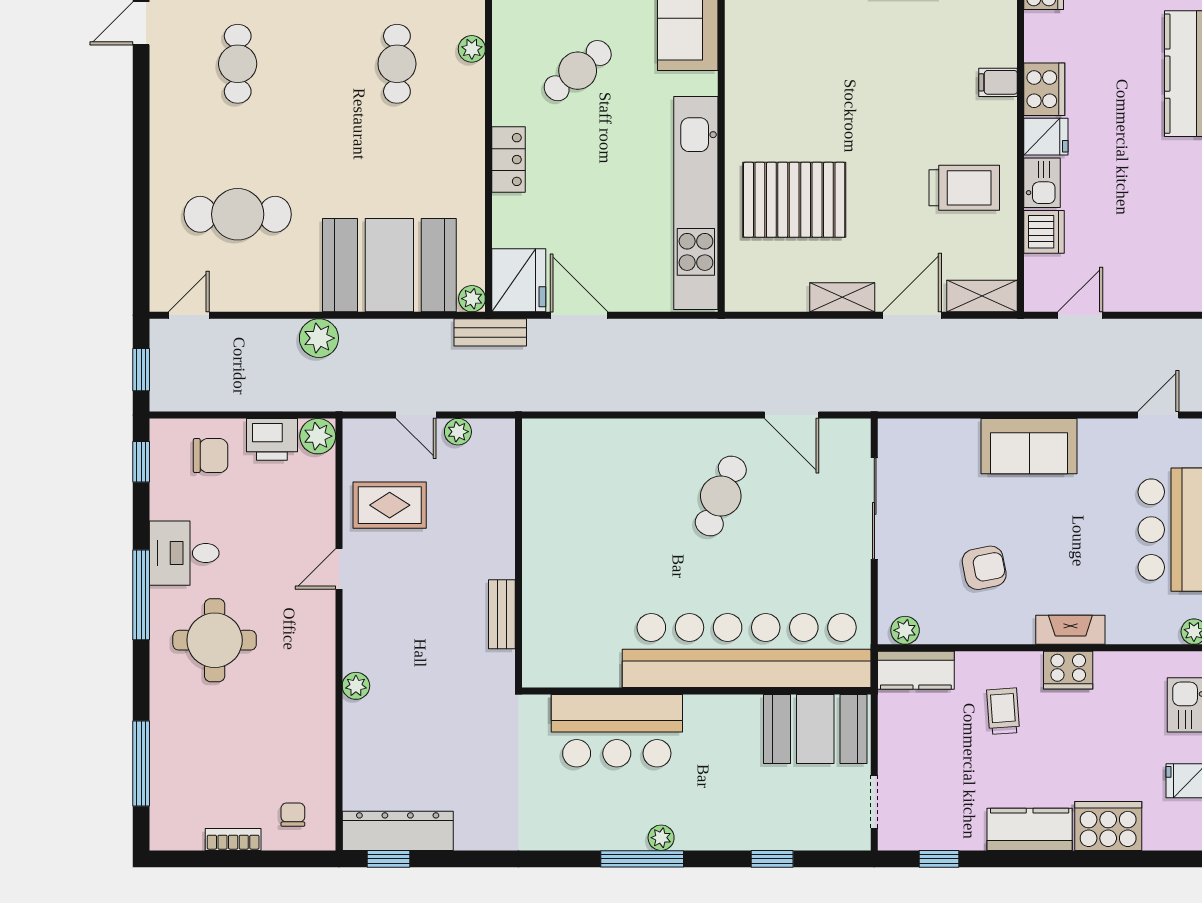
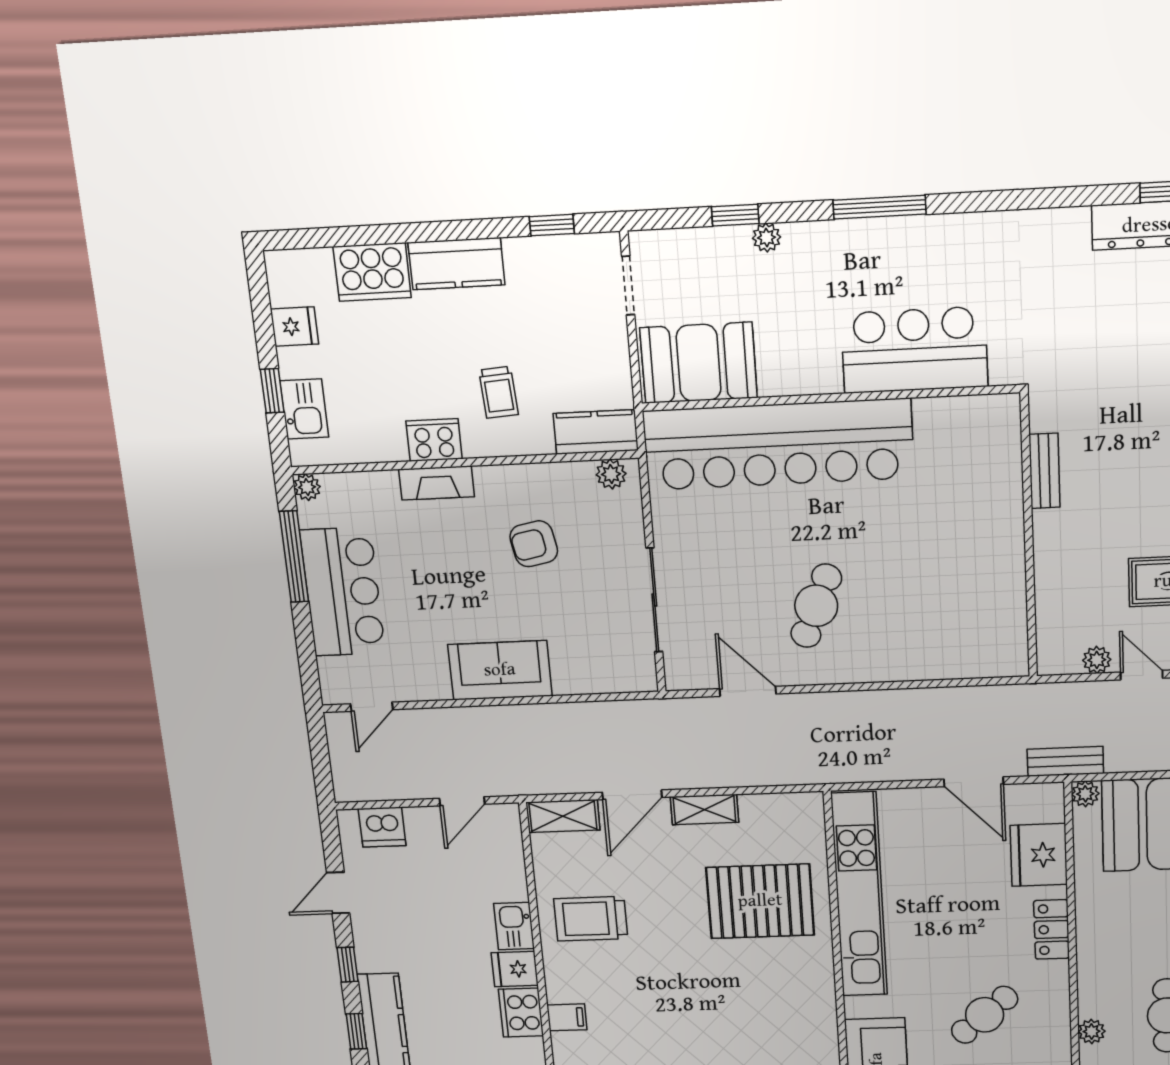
dishwasher: (1044, 232) -> (382, 827), moved, turned -90
fridge: (519, 280) -> (1039, 855), moved
plant: (661, 838) -> (767, 238), moved

